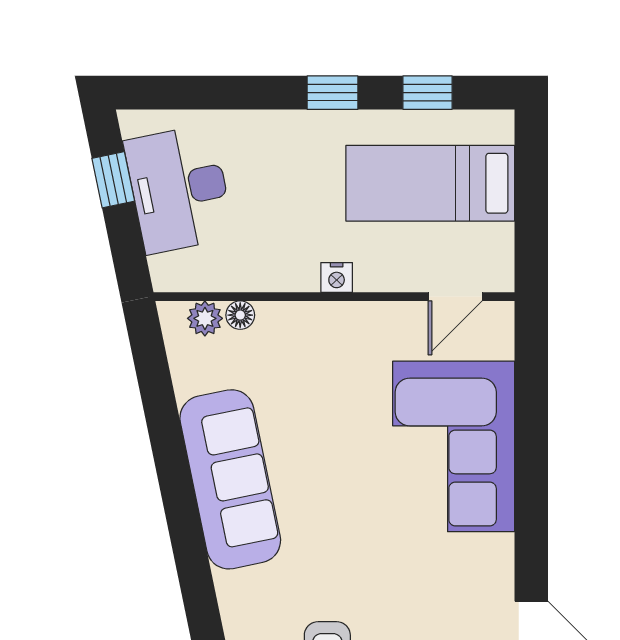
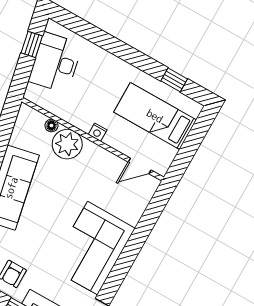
window: (333, 93) -> (137, 59), removed
plant: (205, 318) -> (67, 144), moved, width x1.88, depth x1.88
corner sofa: (454, 446) -> (92, 248), moved

